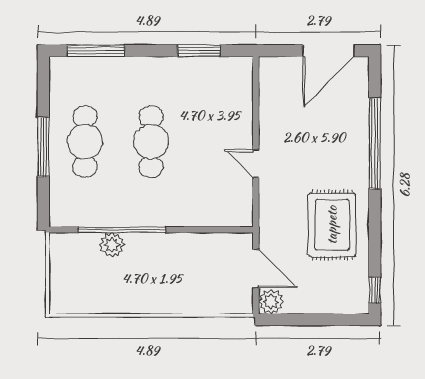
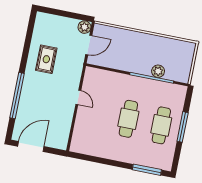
window: (199, 51) -> (95, 159), removed
rug: (332, 225) -> (46, 59), width x0.73, depth x0.70
door: (256, 269) -> (89, 45), swing flipped
window: (375, 290) -> (32, 22), removed

